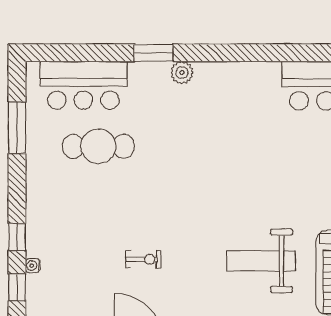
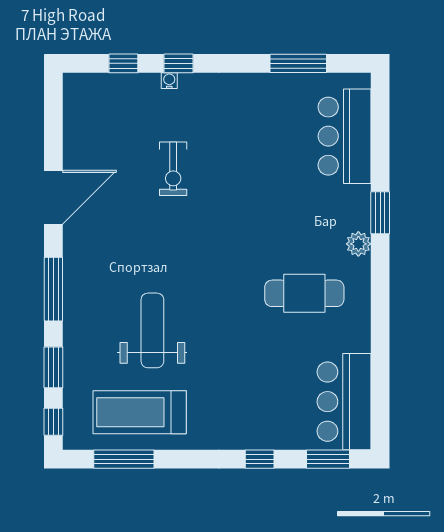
cafe table: (98, 146) -> (304, 293), moved, turned 90
exercise bike: (143, 259) -> (173, 169), moved, width x1.38, depth x1.39
water cooler: (33, 266) -> (169, 81), moved

